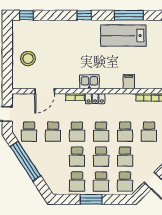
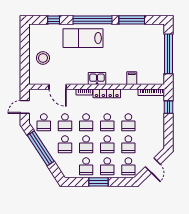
window: (26, 15) -> (54, 20), moved
window: (84, 15) -> (92, 20), width x3.17
lab bench: (123, 36) -> (83, 38), moved
door: (45, 91) -> (58, 87), hinge flipped
locker: (95, 99) -> (107, 93), width x1.53
school desk: (149, 132) -> (65, 144), moved

